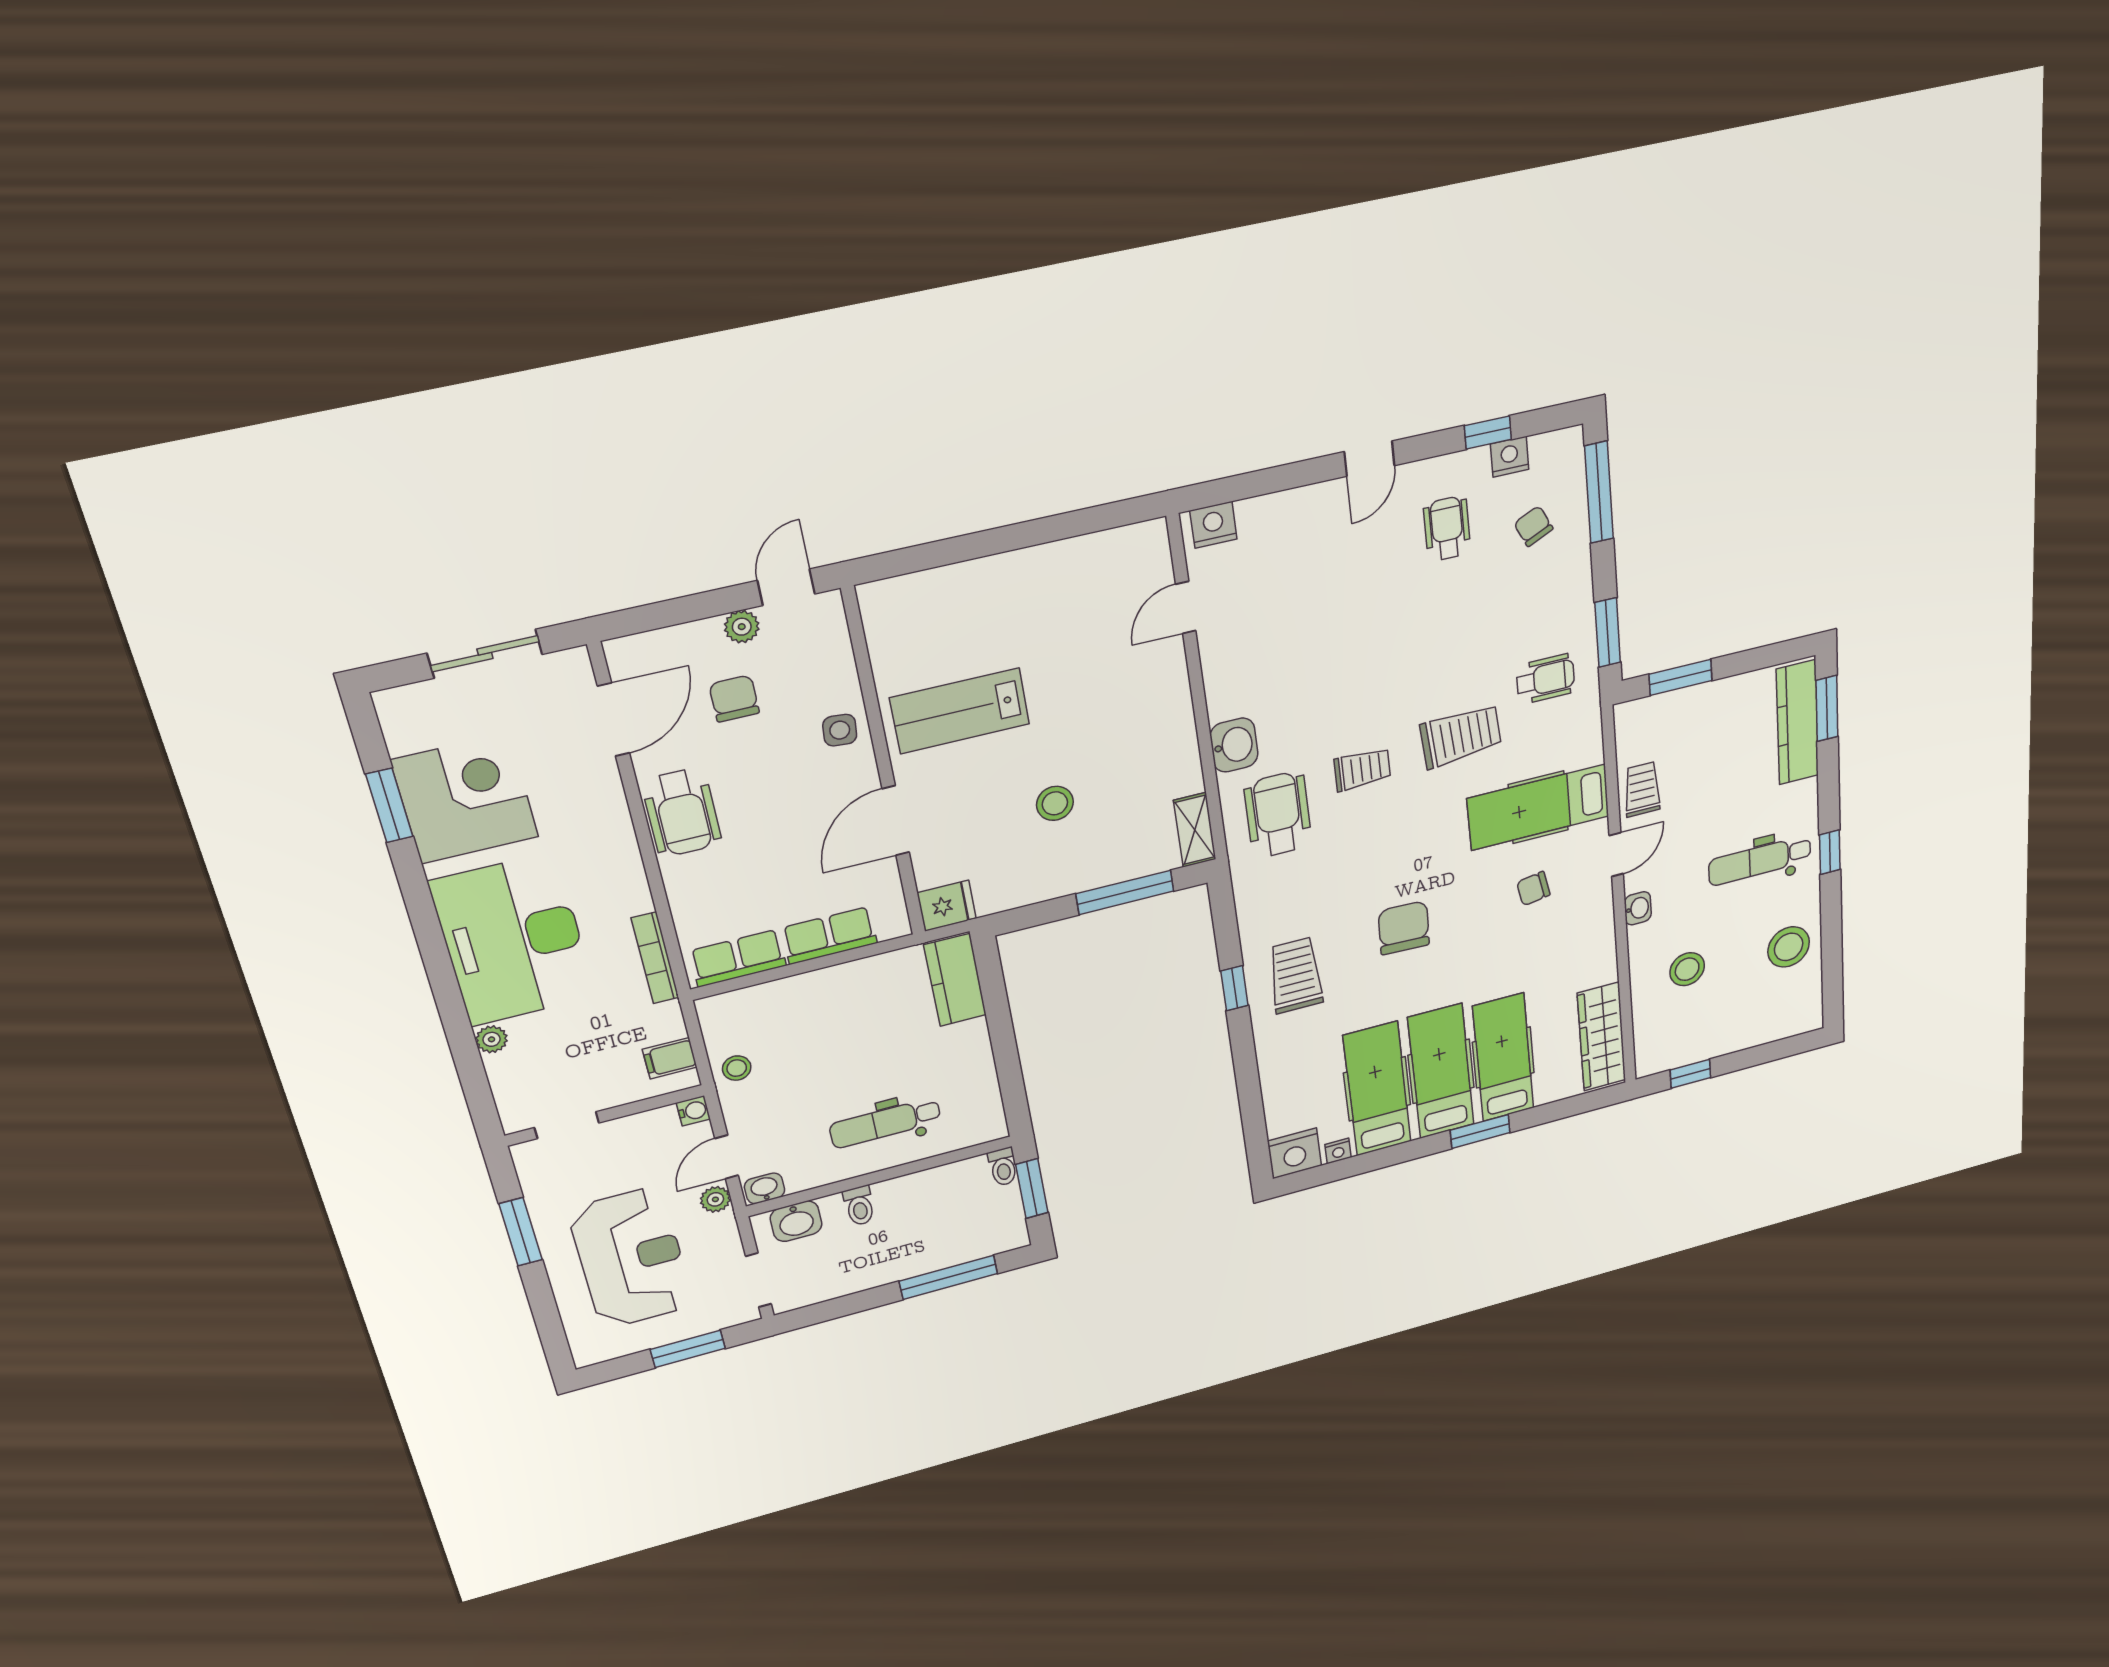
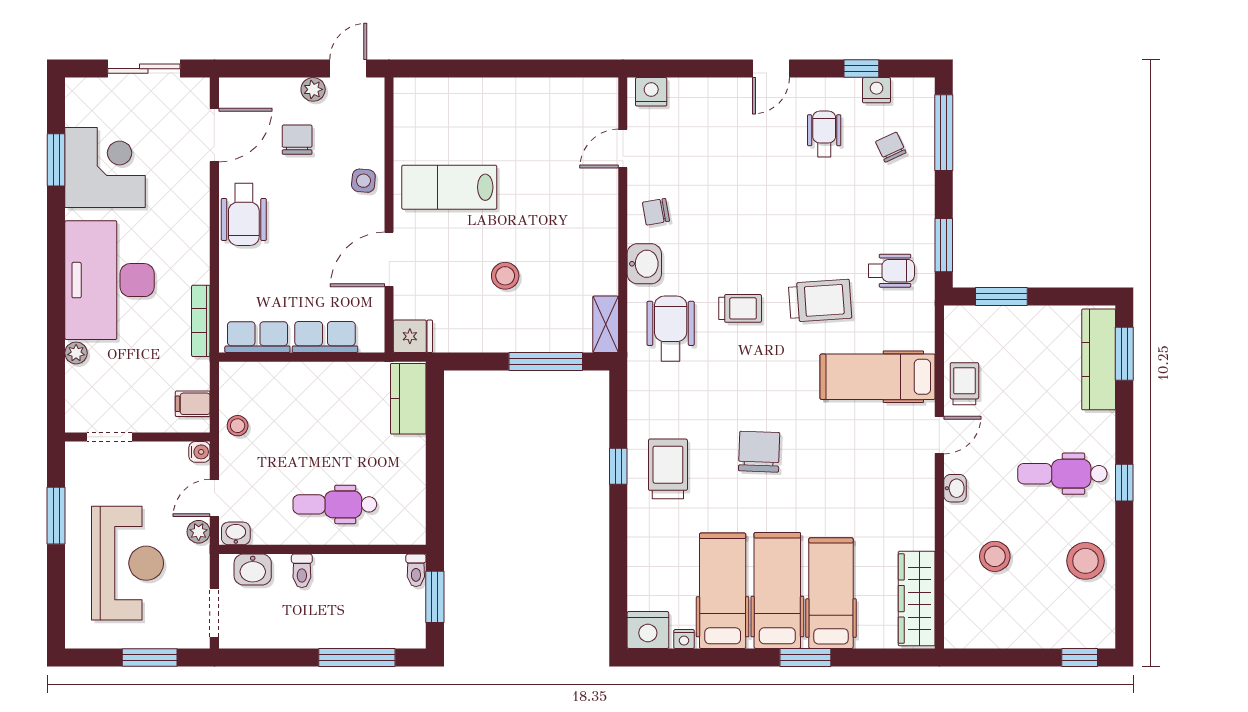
chair: (1533, 889) -> (656, 212), moved
window: (1690, 1074) -> (1080, 657), moved

